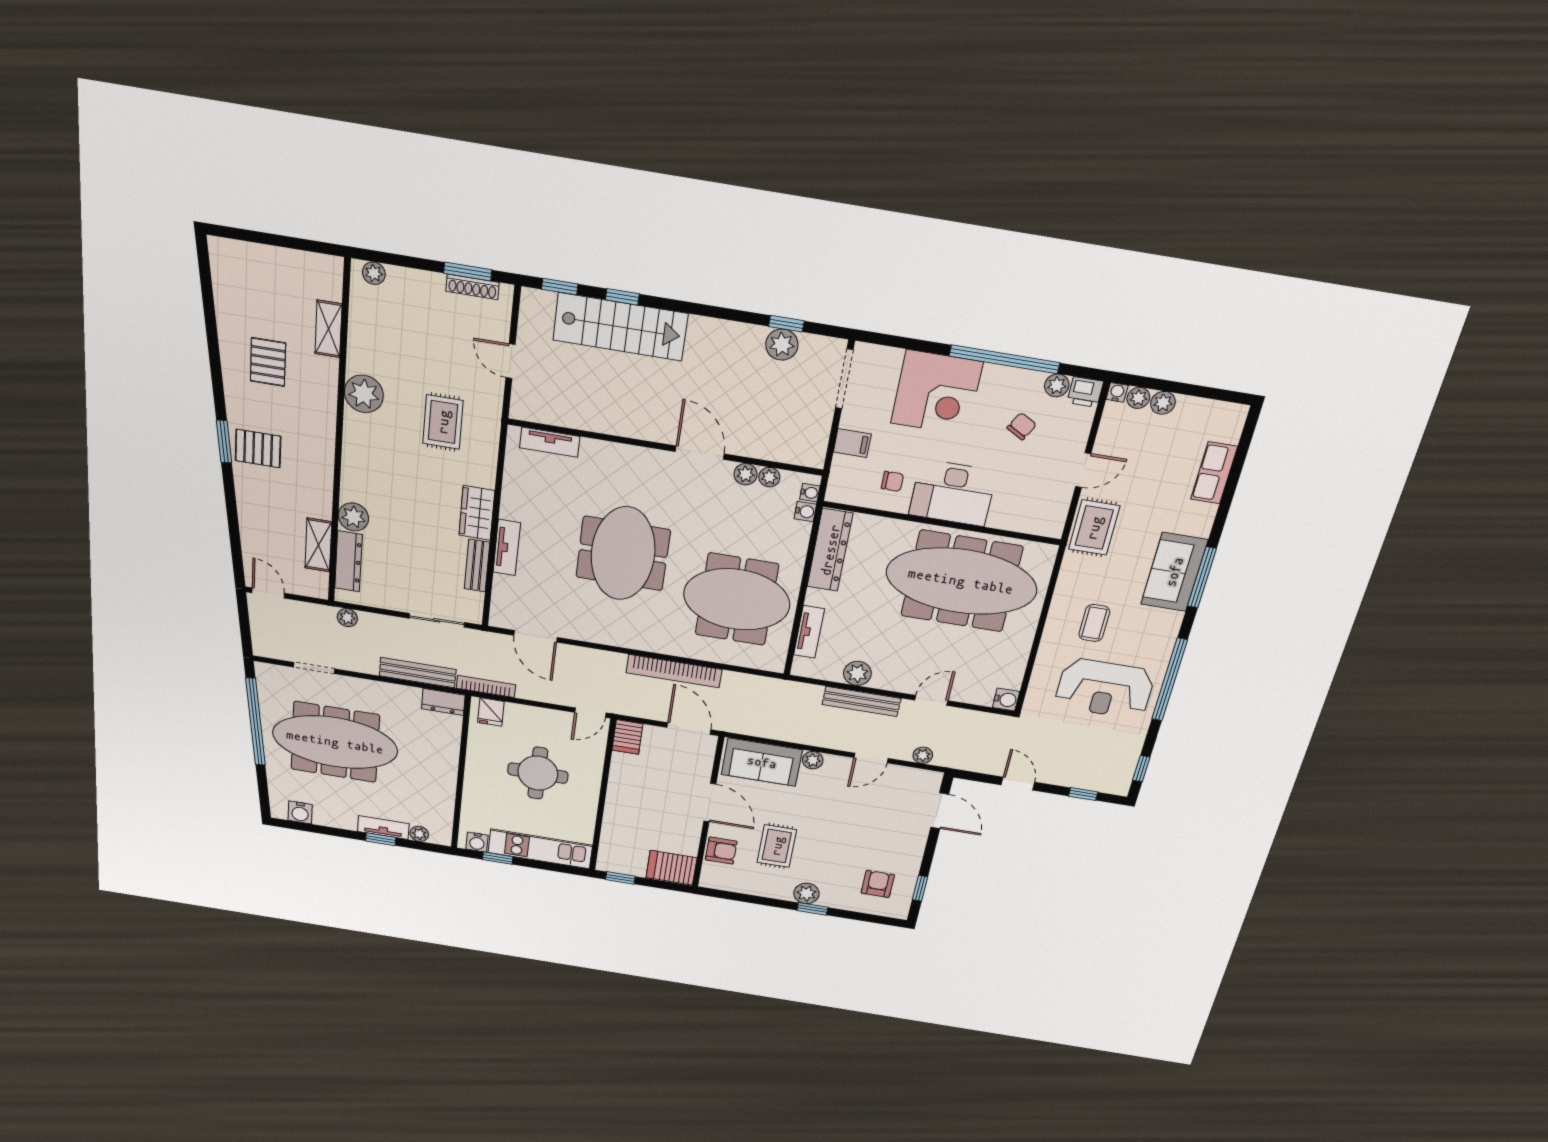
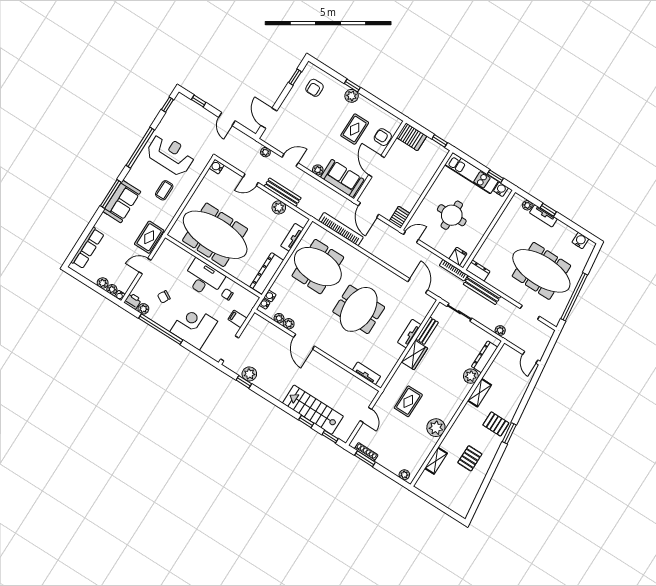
row of seats: (1214, 473) -> (88, 248), width x1.48
shelving: (318, 545) -> (480, 393), moved
bookcase: (674, 671) -> (341, 229), moved

